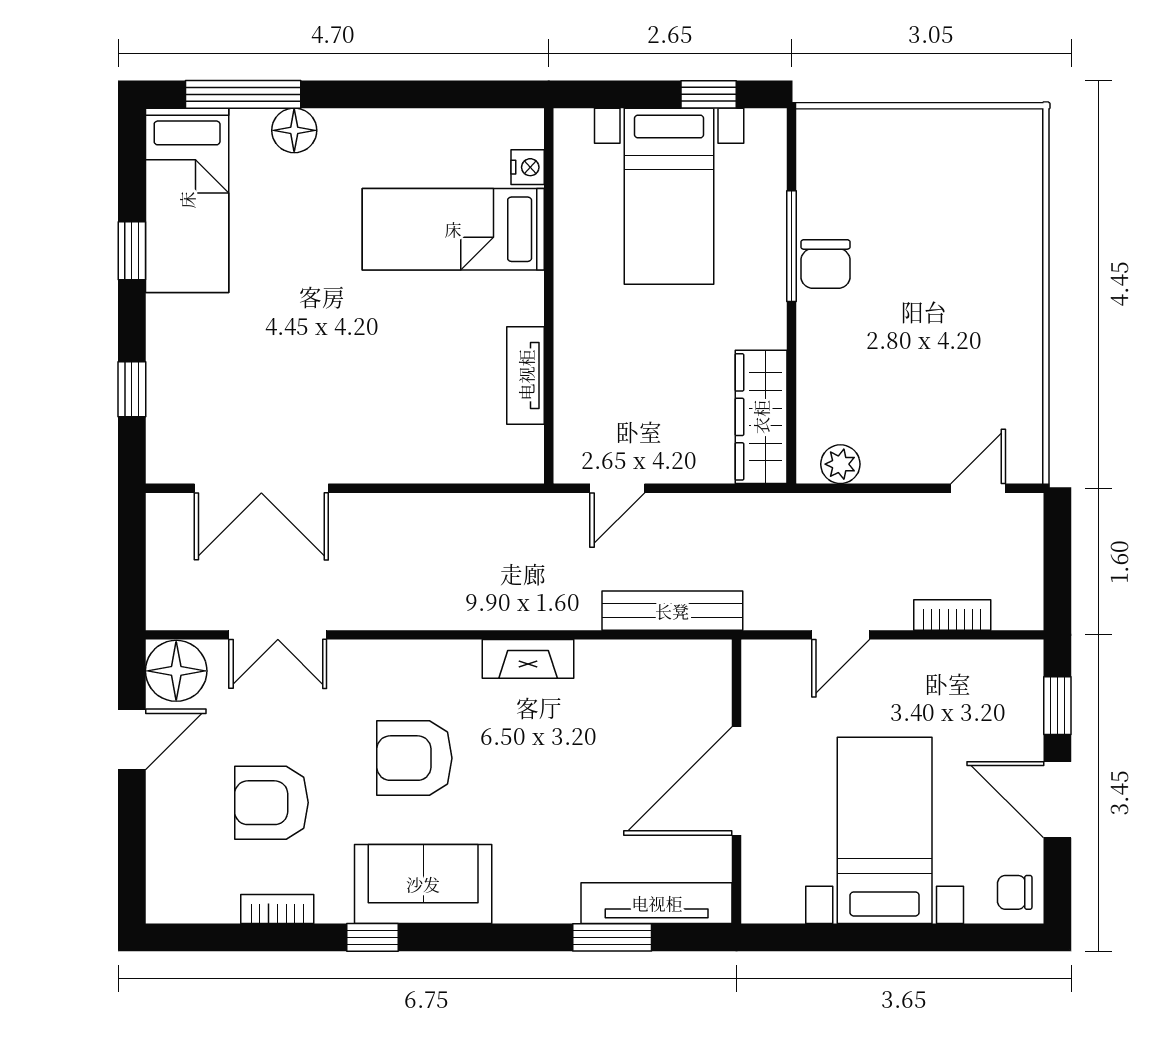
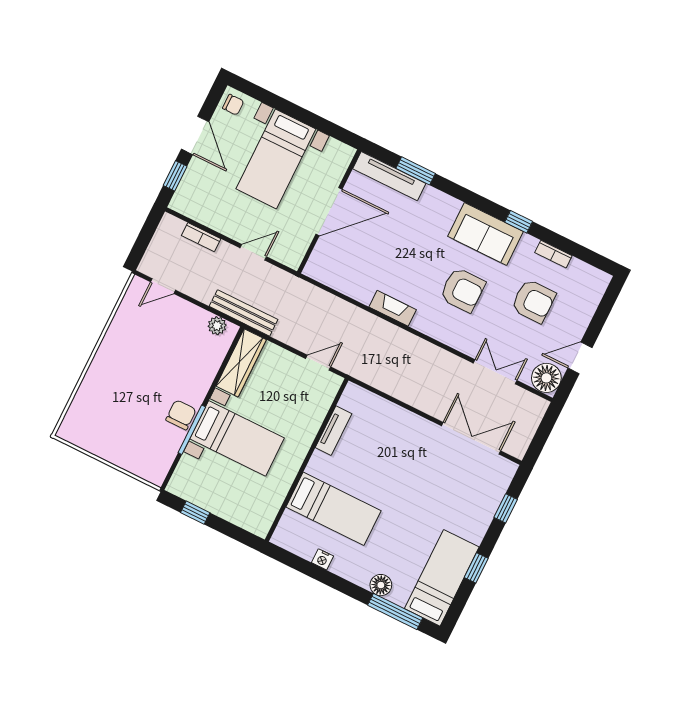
nightstand: (528, 167) -> (322, 559), moved, turned -90
bed with nightstands: (669, 196) -> (237, 438), moved, turned 90
bench: (672, 611) -> (244, 313), moved

